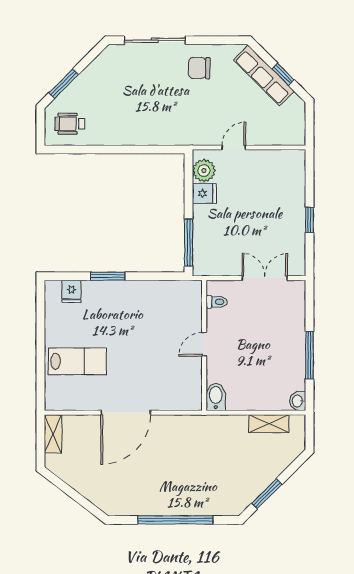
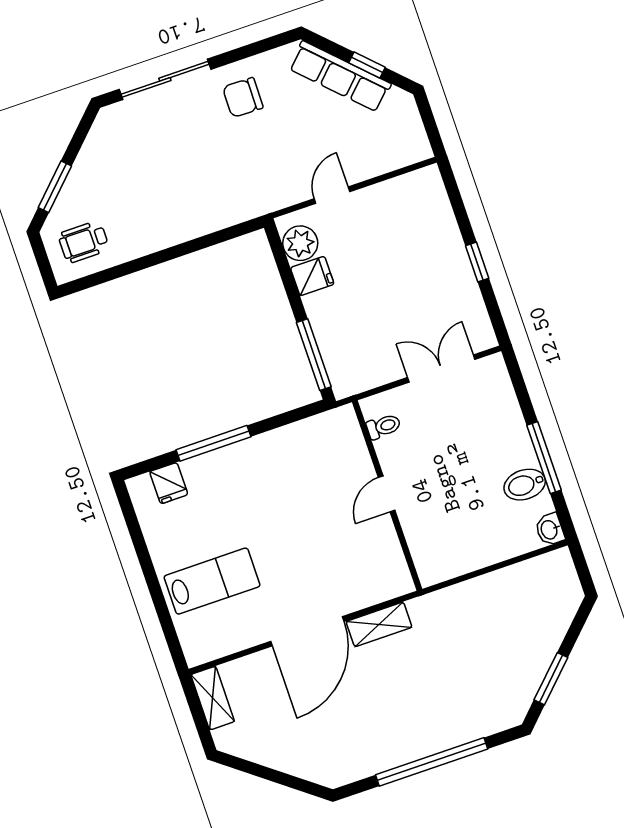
window: (108, 276) -> (213, 443), width x1.44
bidet: (216, 397) -> (525, 485), moved, turned -90
shelving: (269, 424) -> (379, 624), moved

